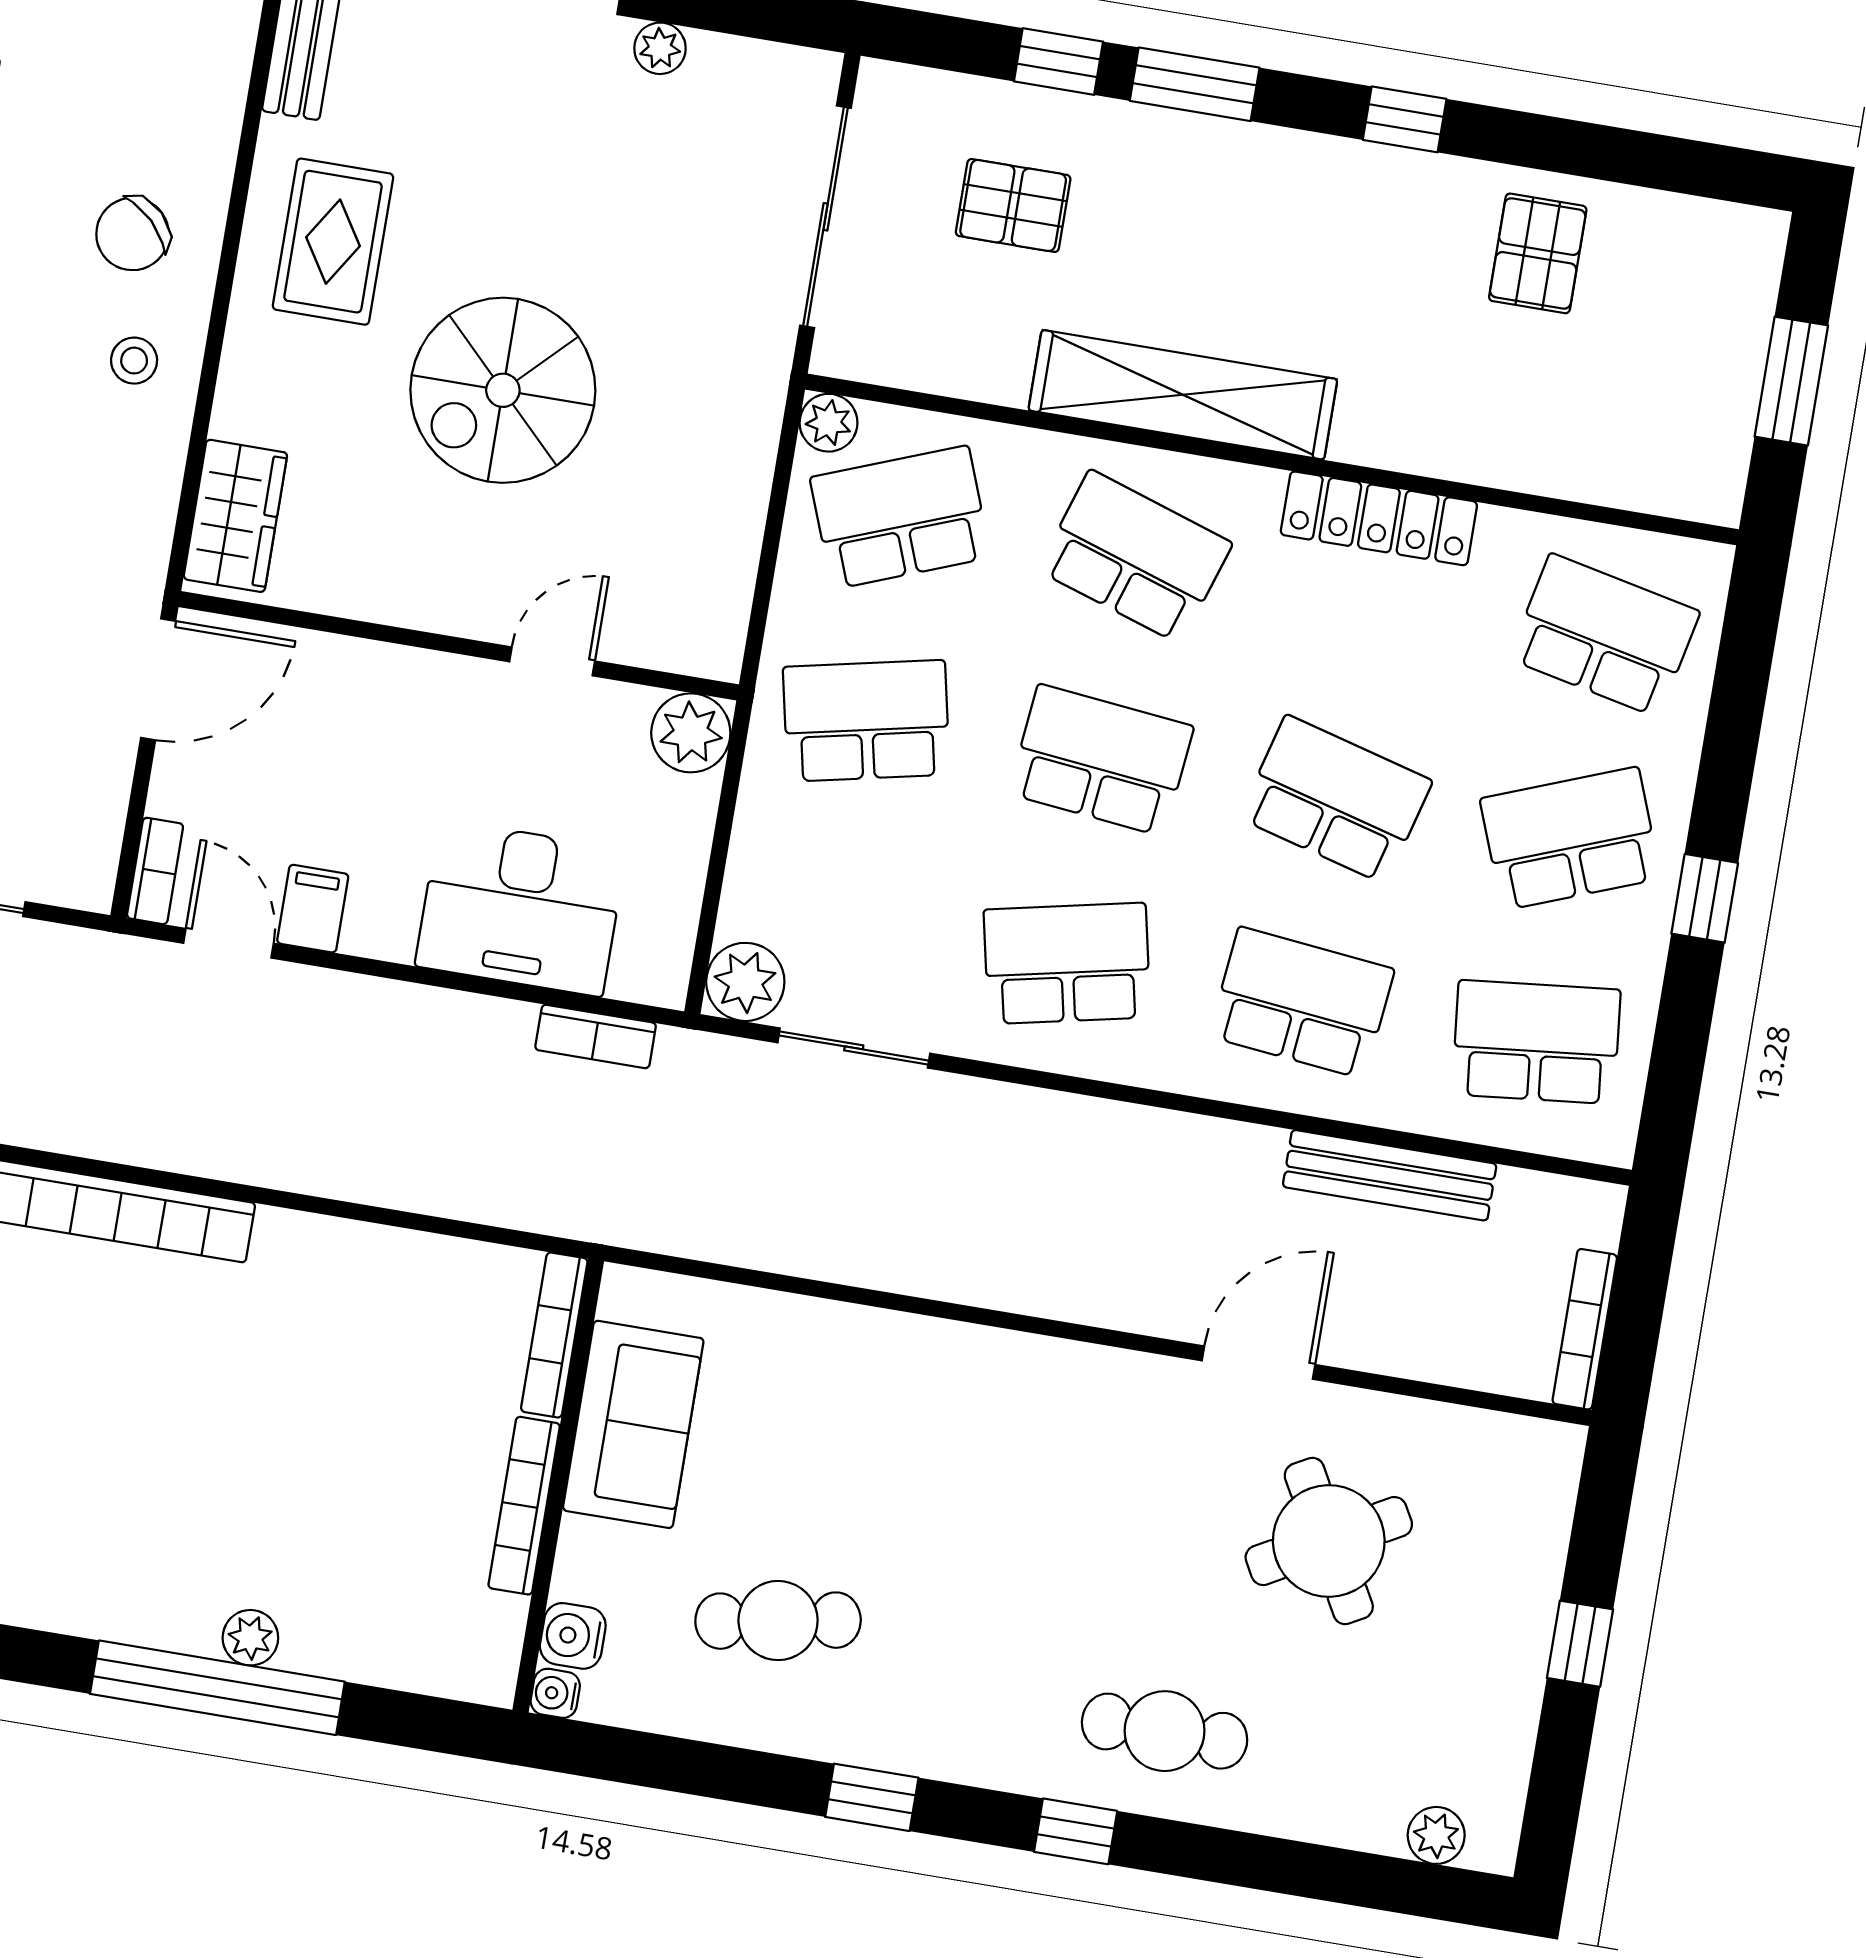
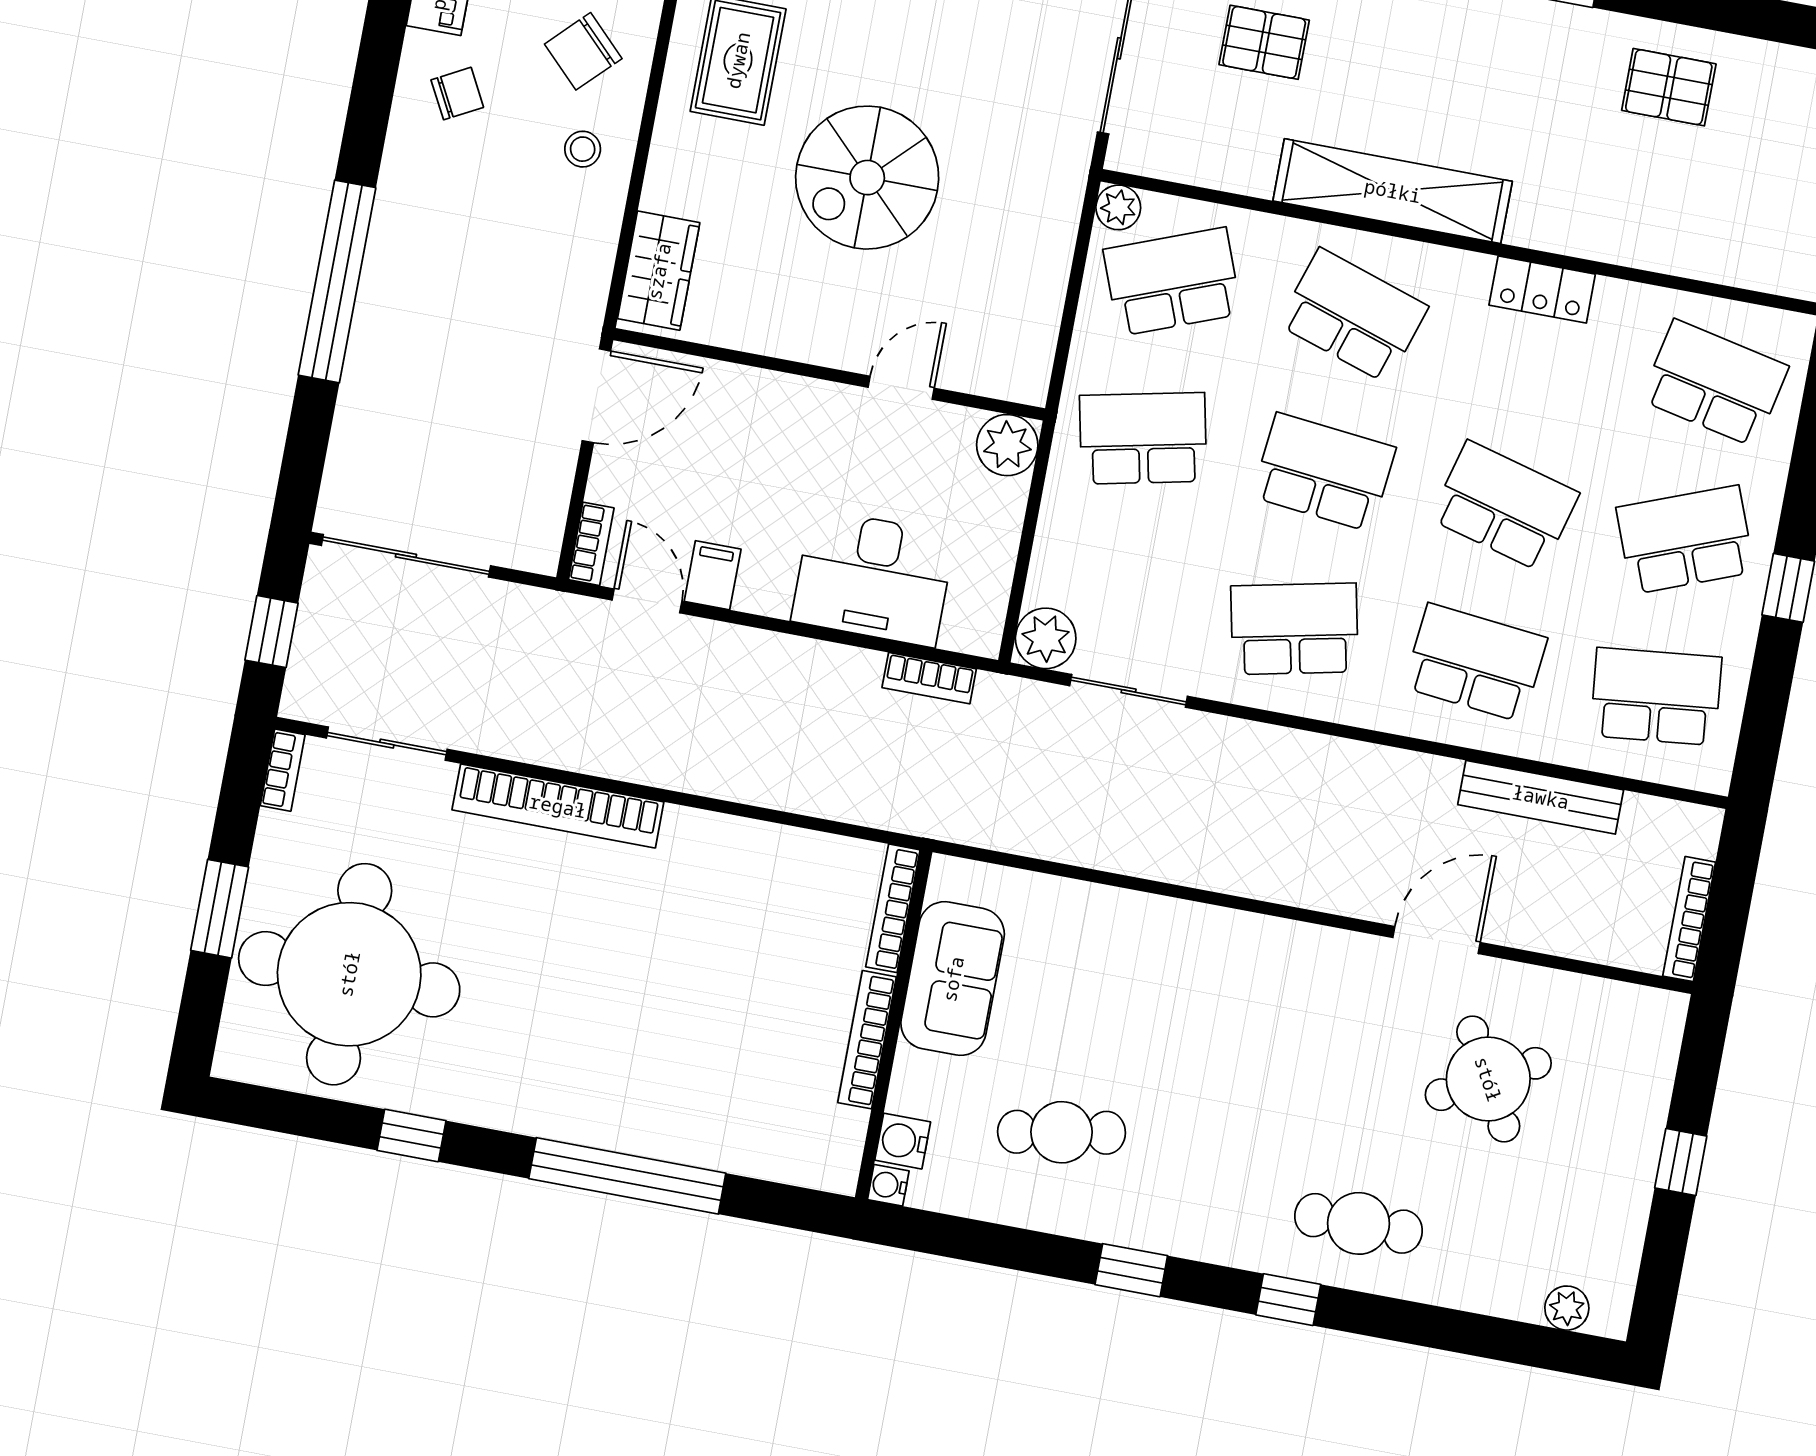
pallet: (1538, 253) -> (1669, 87), turned 90
locker: (1379, 518) -> (1542, 290), width x0.66
plant: (250, 1638) -> (654, 1138), removed

